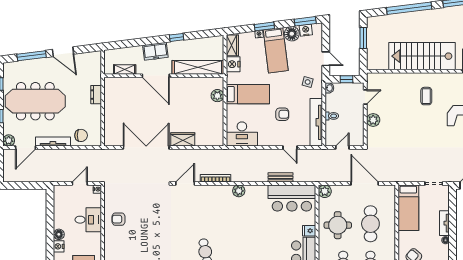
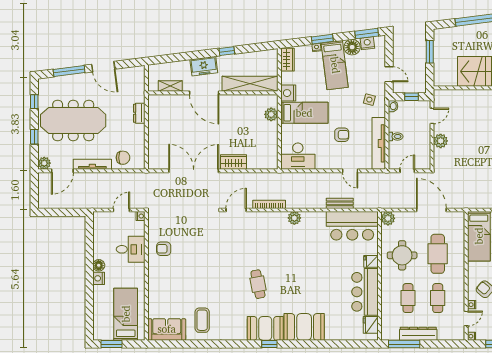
nightstand: (233, 64) -> (288, 93), moved

